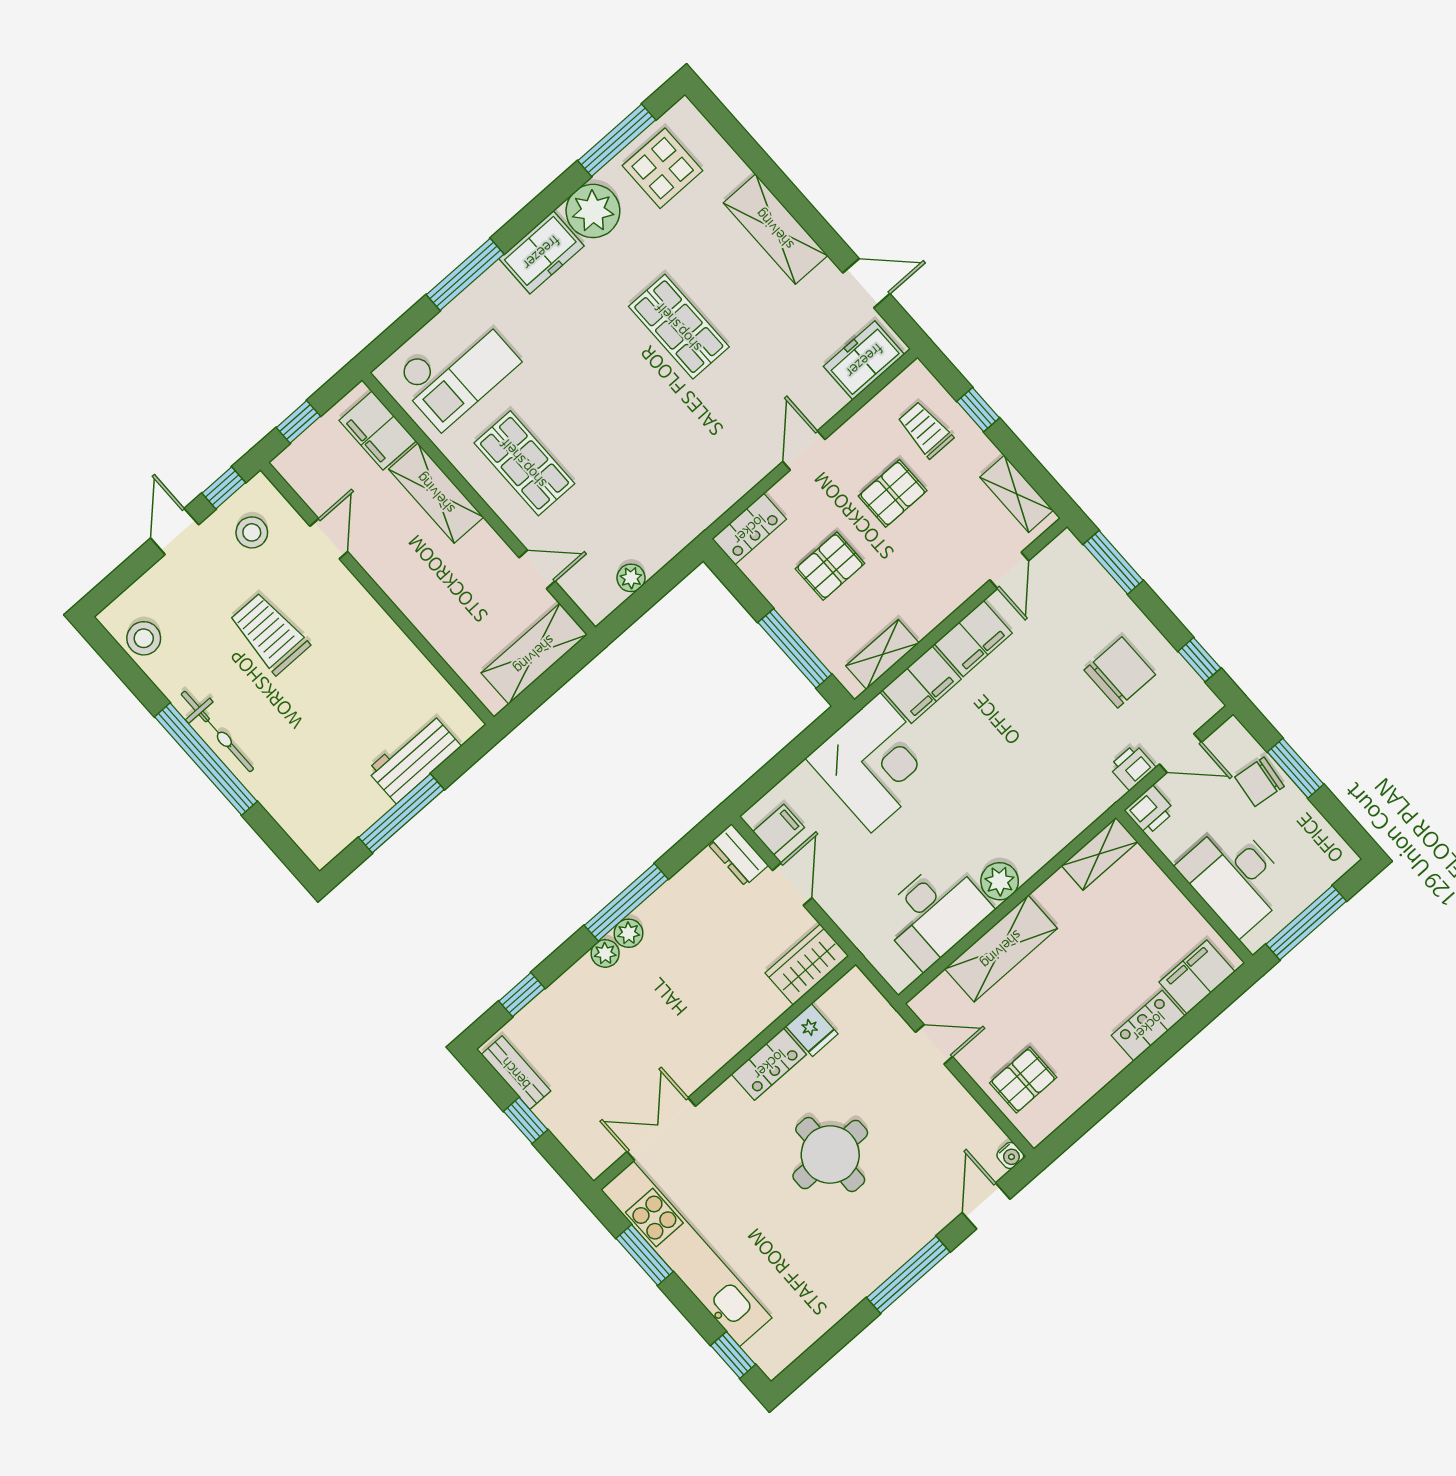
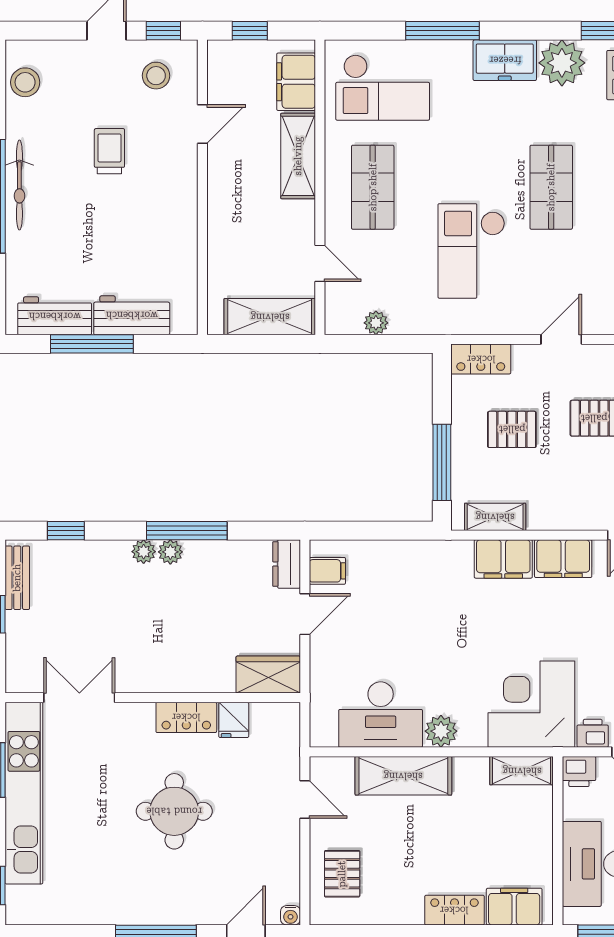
checkout: (659, 443) -> (471, 251), added
trolley: (269, 633) -> (109, 151), width x0.73, depth x0.72
corner desk: (875, 763) -> (531, 704), moved, turned 180
workbench: (348, 818) -> (55, 316), added
pallet: (1023, 1080) -> (342, 874), turned 90

